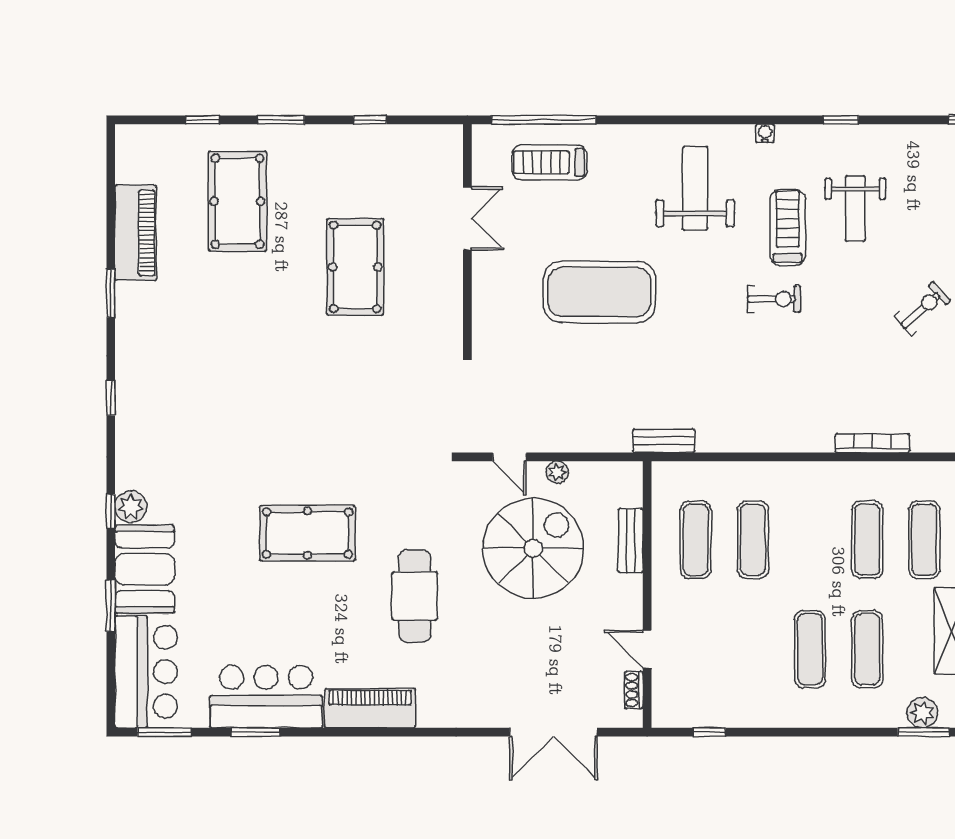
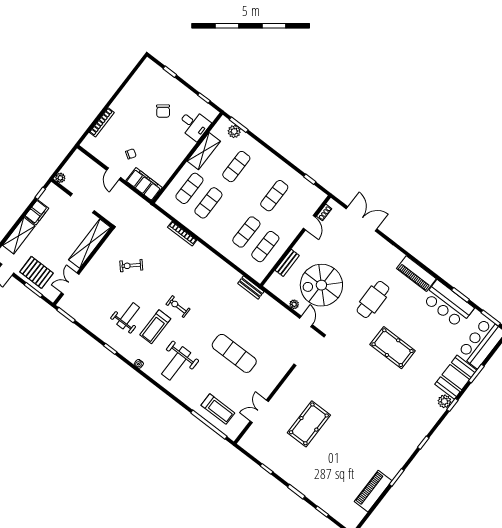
pool table: (237, 201) -> (331, 476), removed
exercise mat: (599, 292) -> (234, 353), width x0.68
exercise mat: (810, 649) -> (274, 196), moved

